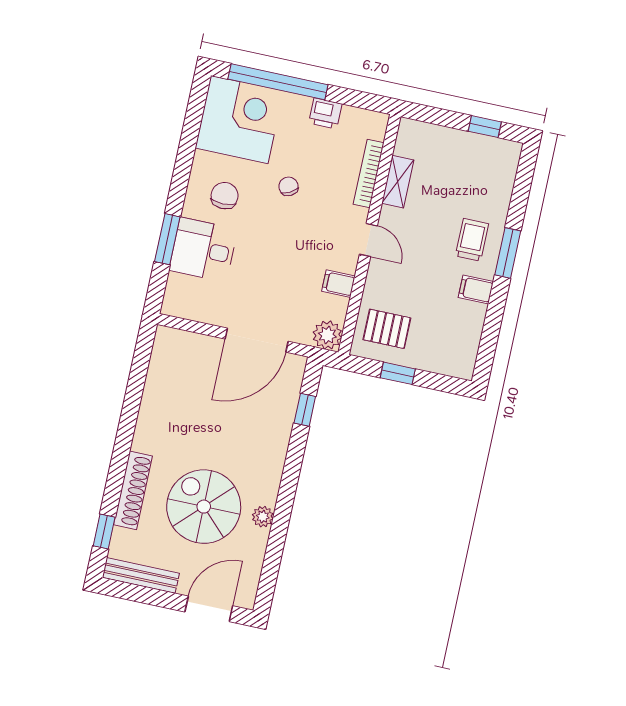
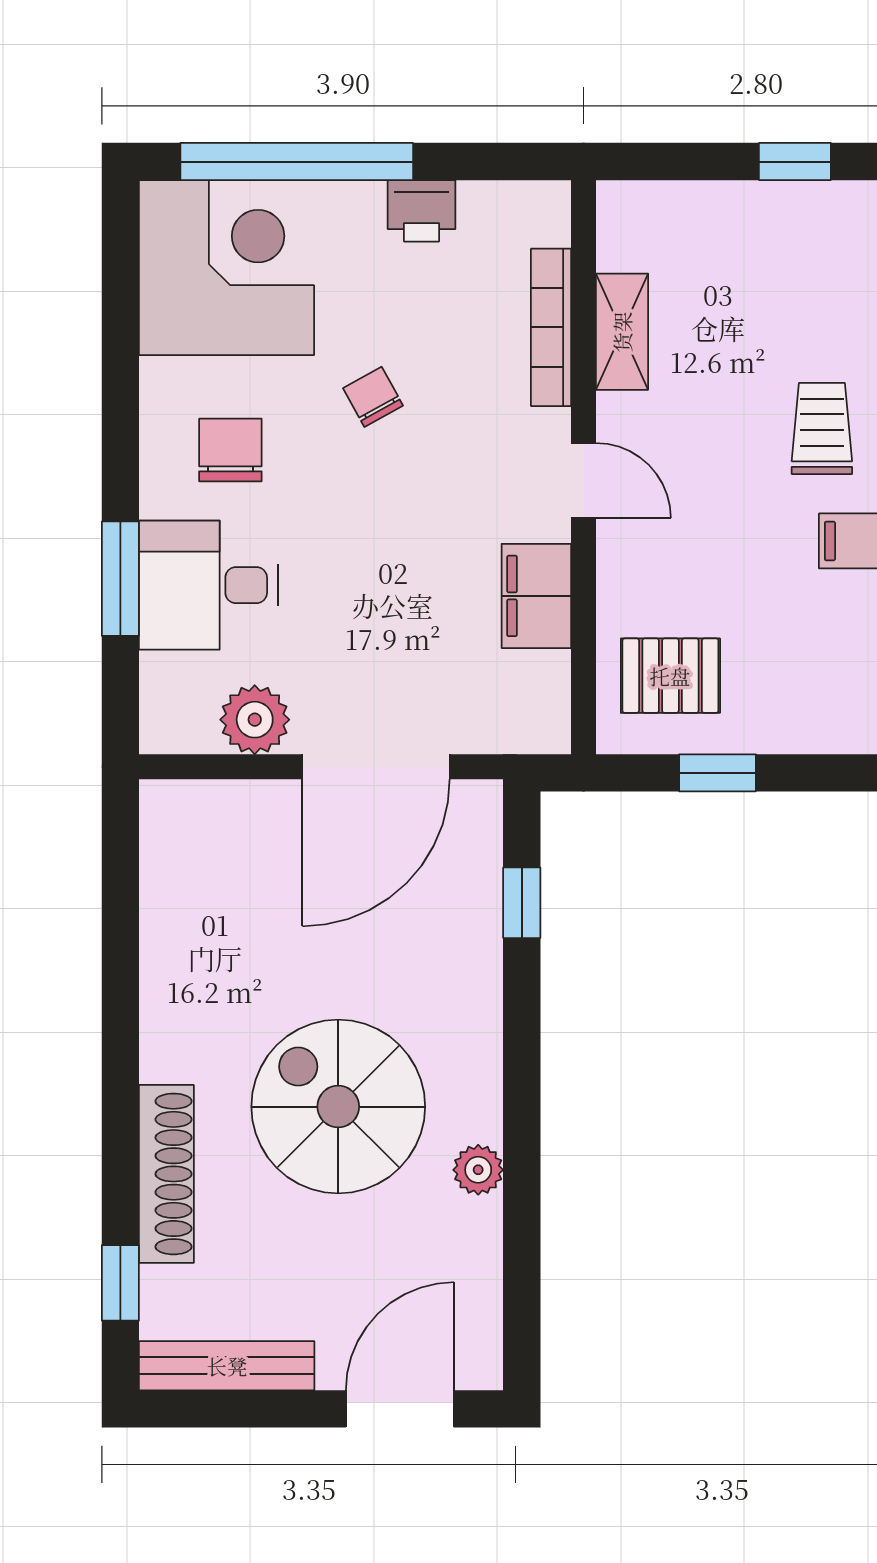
filing cabinet: (338, 284) -> (536, 596), width x2.00
plant: (327, 335) -> (255, 720), moved
spiral stairs: (204, 507) -> (338, 1107), moved

